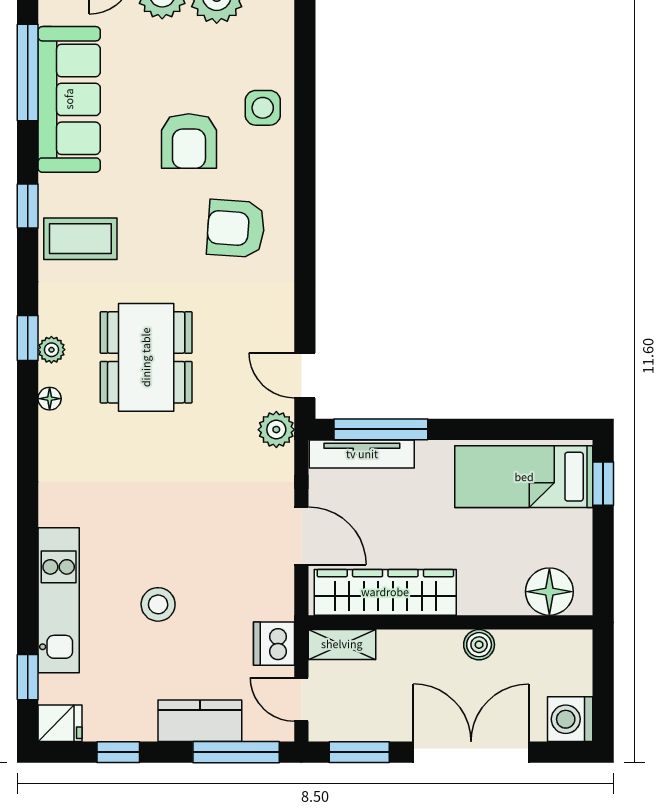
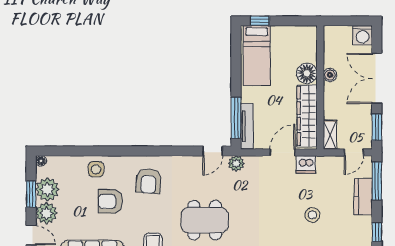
armchair: (189, 141) -> (110, 201), turned 180
floor lamp: (549, 592) -> (307, 73), moved
dishwasher: (274, 644) -> (306, 164), moved

